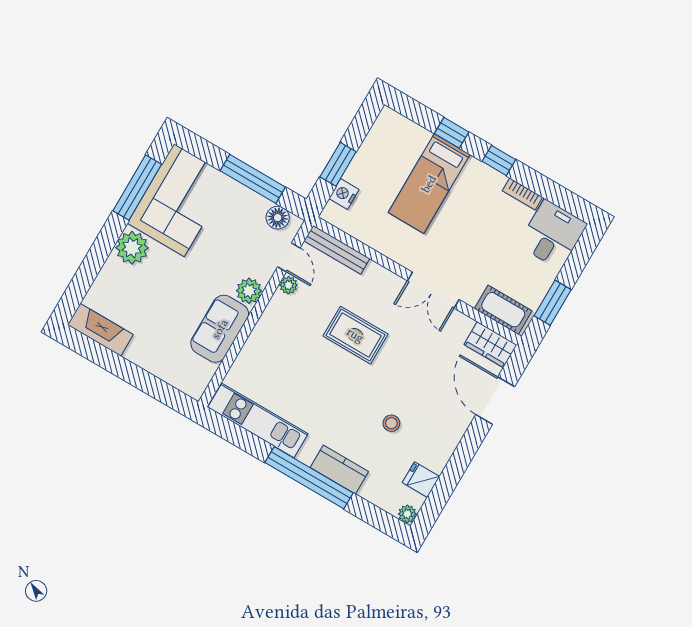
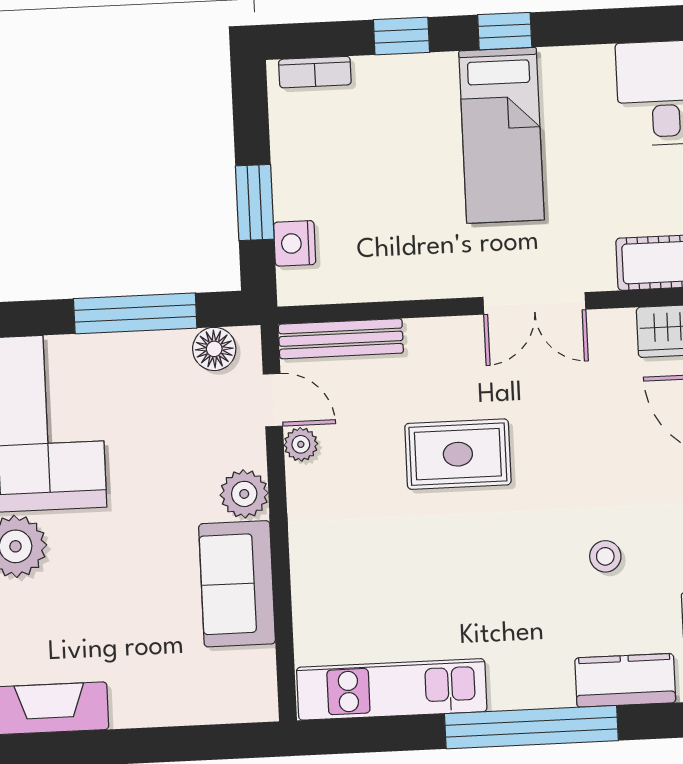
bed: (429, 184) -> (501, 135), moved
bookcase: (522, 194) -> (315, 72), moved
kitchen counter: (339, 470) -> (625, 680), moved

